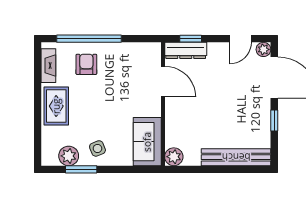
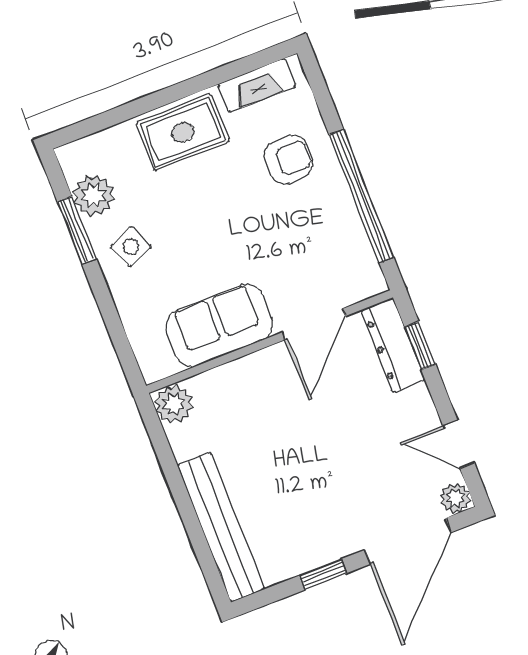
window: (89, 39) -> (361, 196), moved
sofa: (147, 142) -> (219, 325), moved

